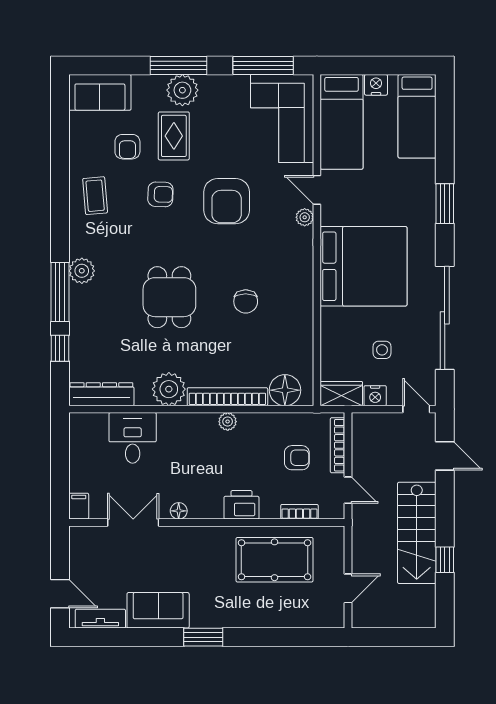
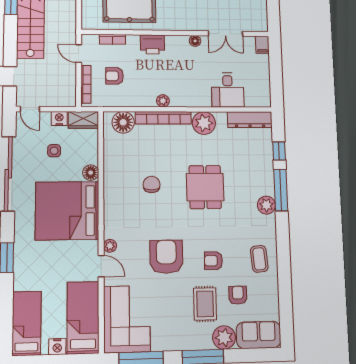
plant: (182, 90) -> (224, 338), moved
floor lamp: (331, 319) -> (91, 173), added

